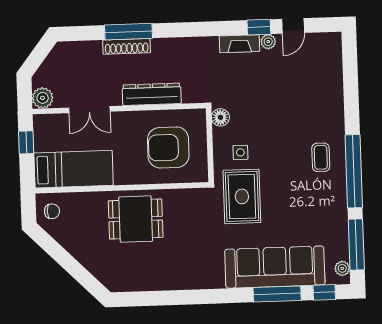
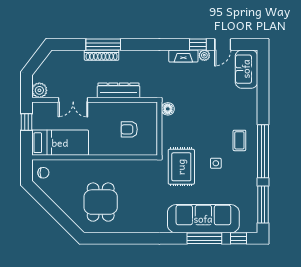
sofa: (327, 59) -> (246, 69), added
armchair: (168, 147) -> (129, 129), width x0.53, depth x0.53
side table: (240, 152) -> (216, 163), moved
dining table: (136, 219) -> (101, 202), moved, turned 90
plant: (342, 268) -> (252, 221), removed

